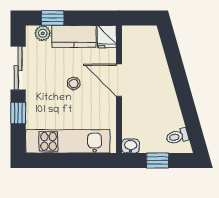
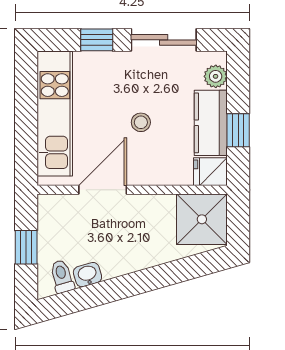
window: (53, 18) -> (238, 130), moved
shower: (139, 42) -> (202, 219), added
door: (119, 80) -> (103, 190), moved
washbasin: (131, 146) -> (87, 275), moved, turned -106

